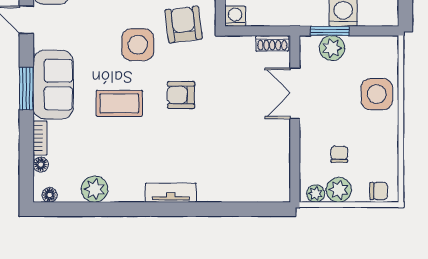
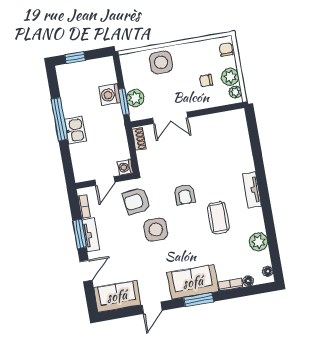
coffee table: (119, 103) -> (218, 218), moved

